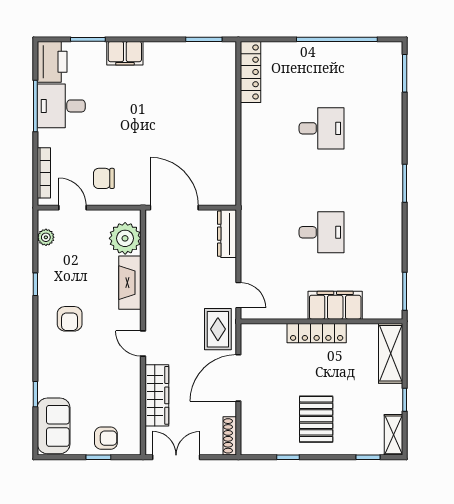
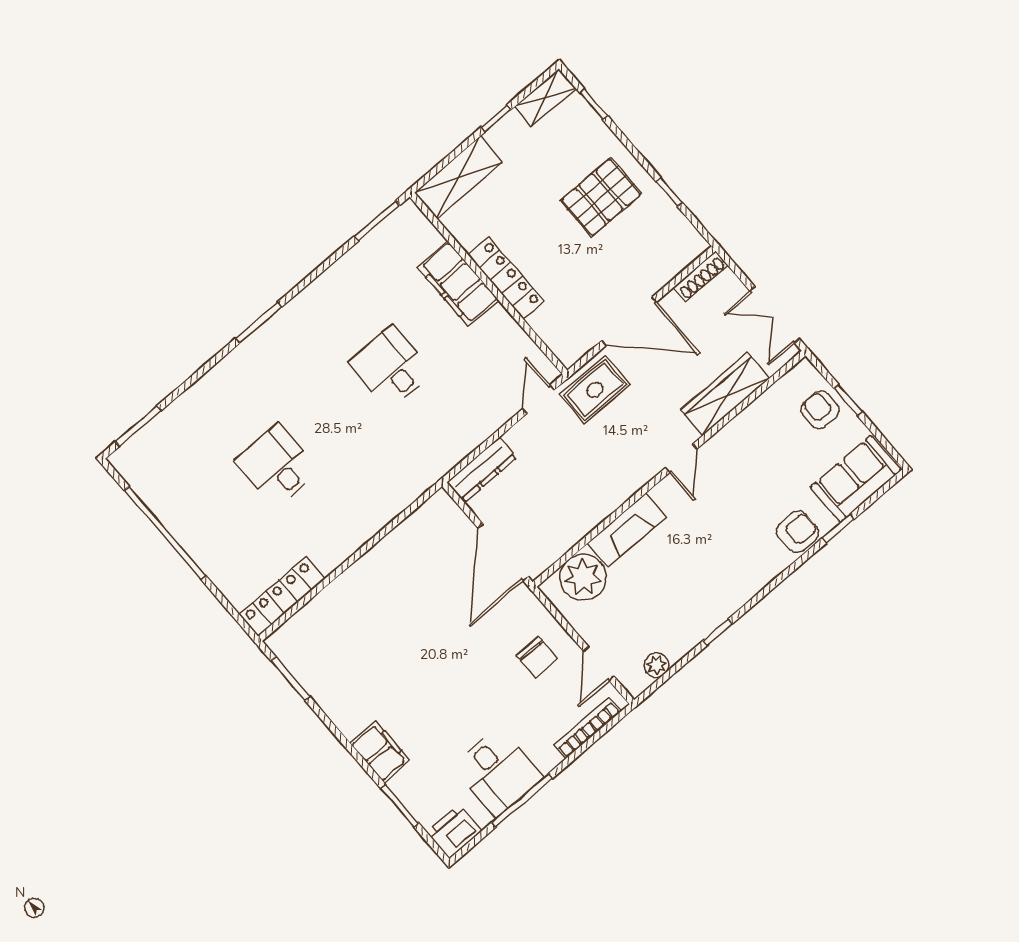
printer: (52, 62) -> (454, 831), width x0.73, depth x0.84
armchair: (70, 319) -> (798, 532), moved

